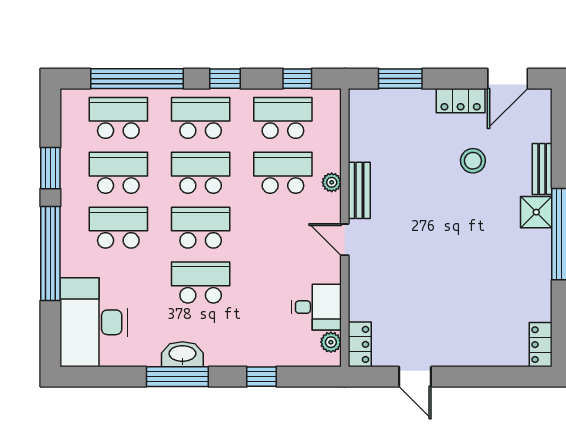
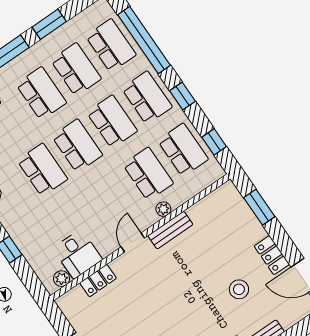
locker: (360, 344) -> (98, 281), moved

